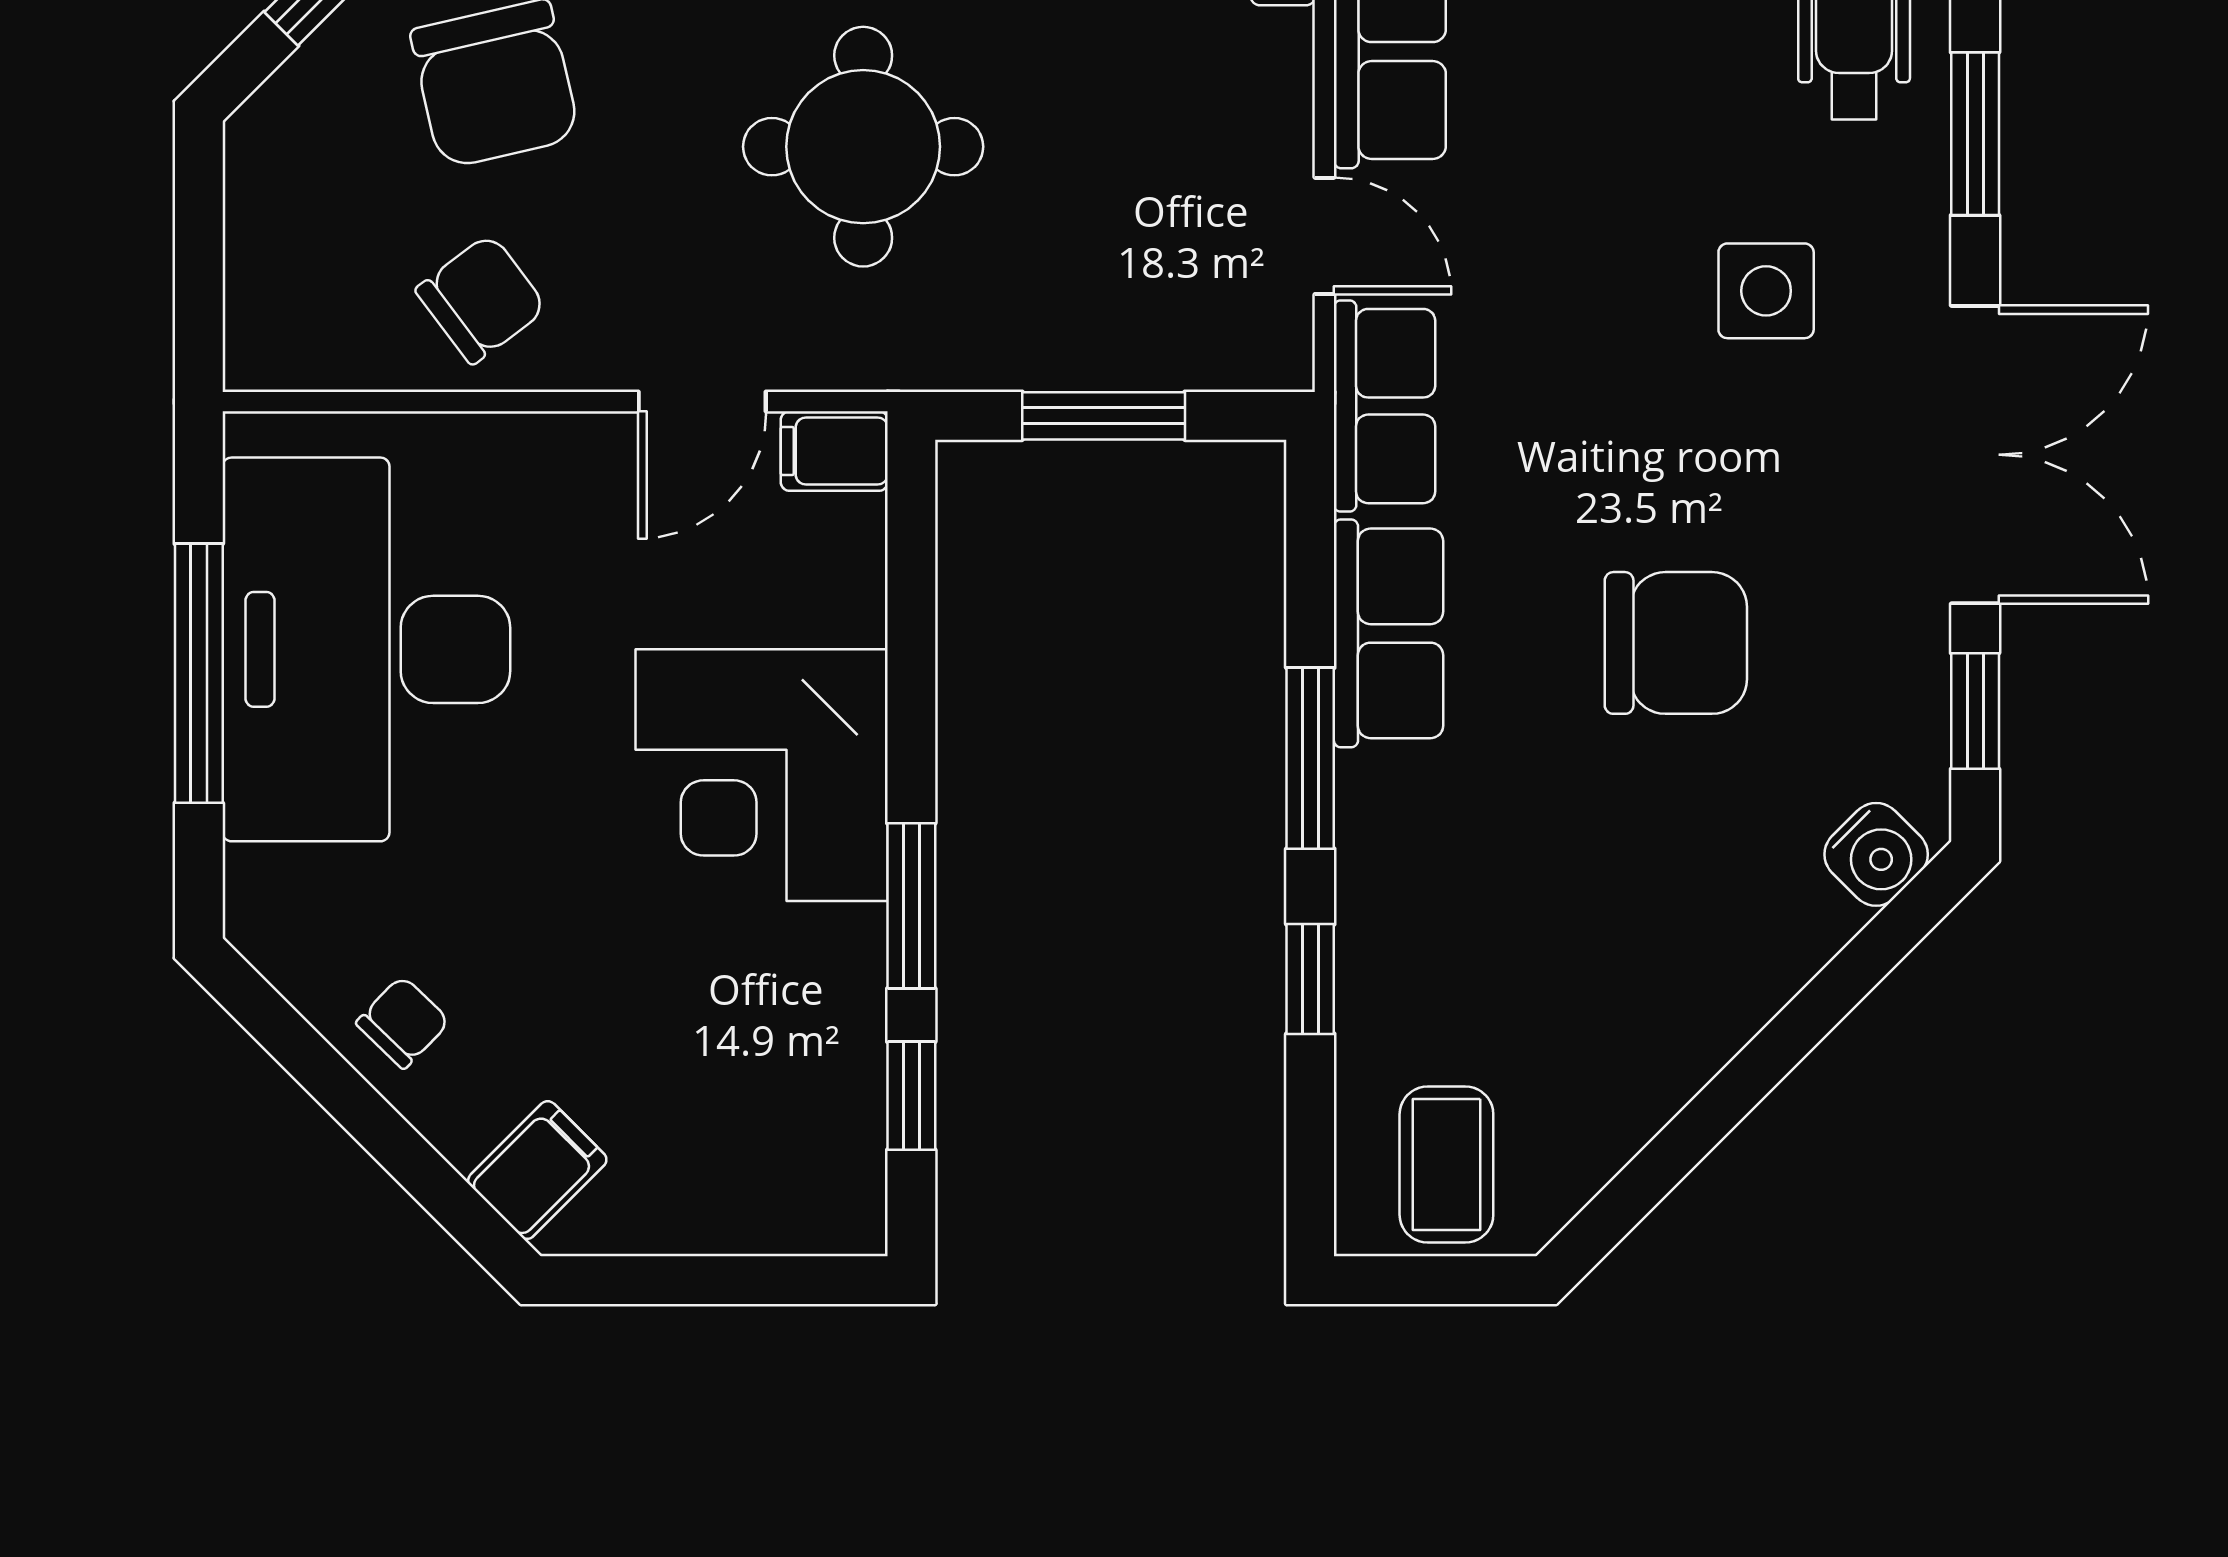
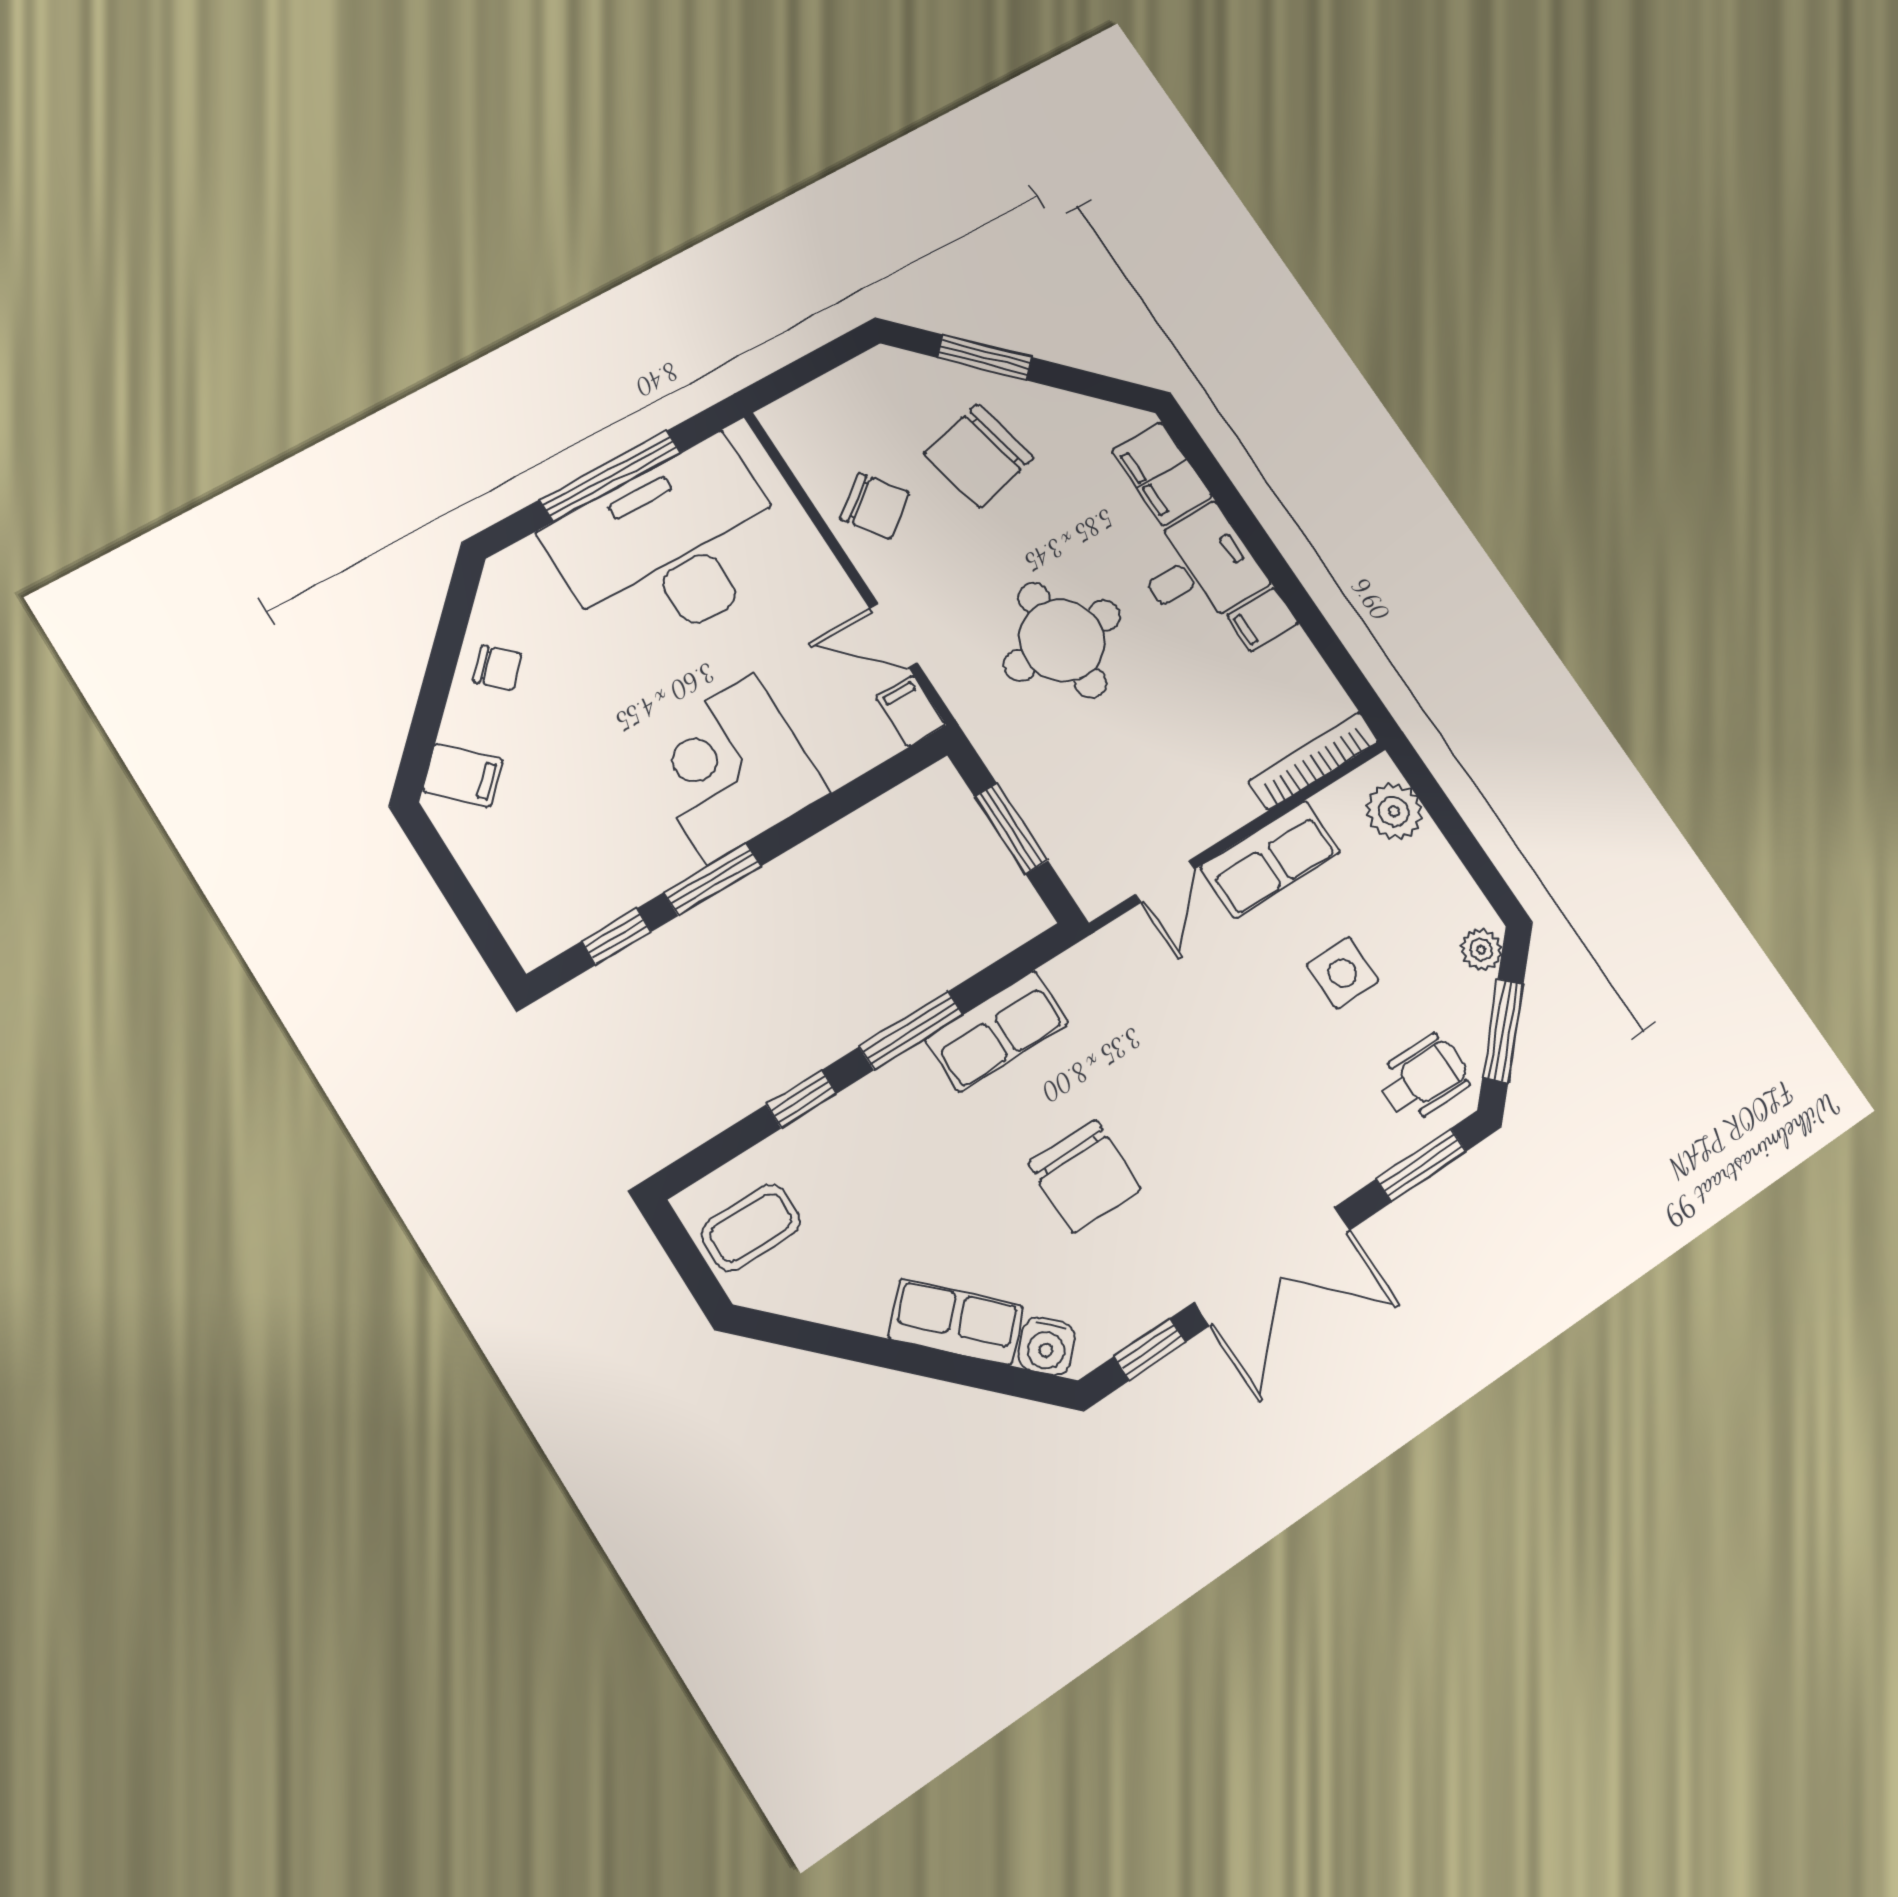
side table: (1766, 291) -> (1342, 973), moved
row of seats: (1384, 406) -> (956, 1322), moved, turned -135

